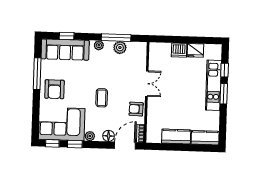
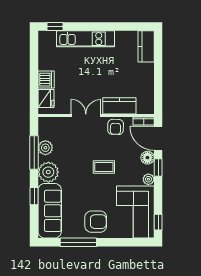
window: (67, 36) -> (34, 196), moved
plant: (99, 45) -> (48, 172), width x1.88, depth x1.88
fridge: (195, 50) -> (46, 98), moved
window: (225, 70) -> (55, 26), moved
window: (224, 94) -> (95, 26), removed
kitchen counter: (176, 137) -> (119, 106), moved, turned 90
window: (75, 144) -> (158, 168), moved

